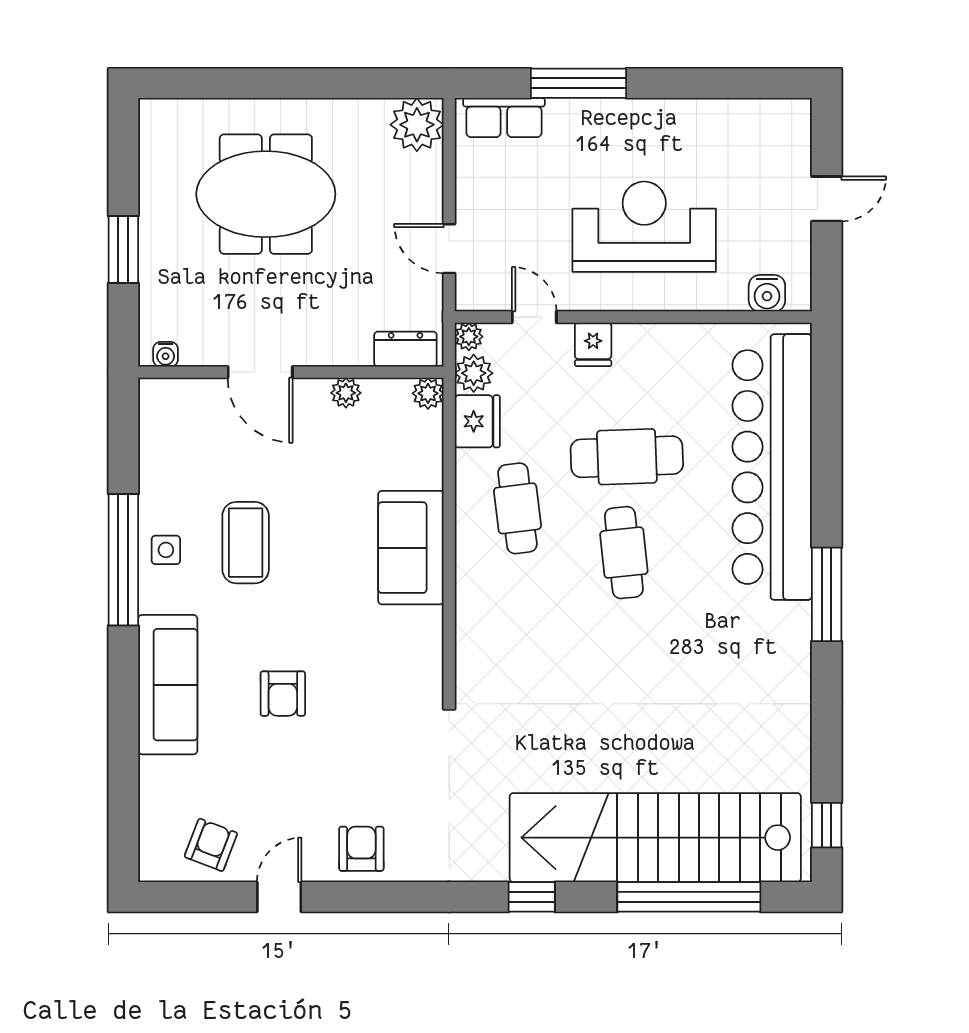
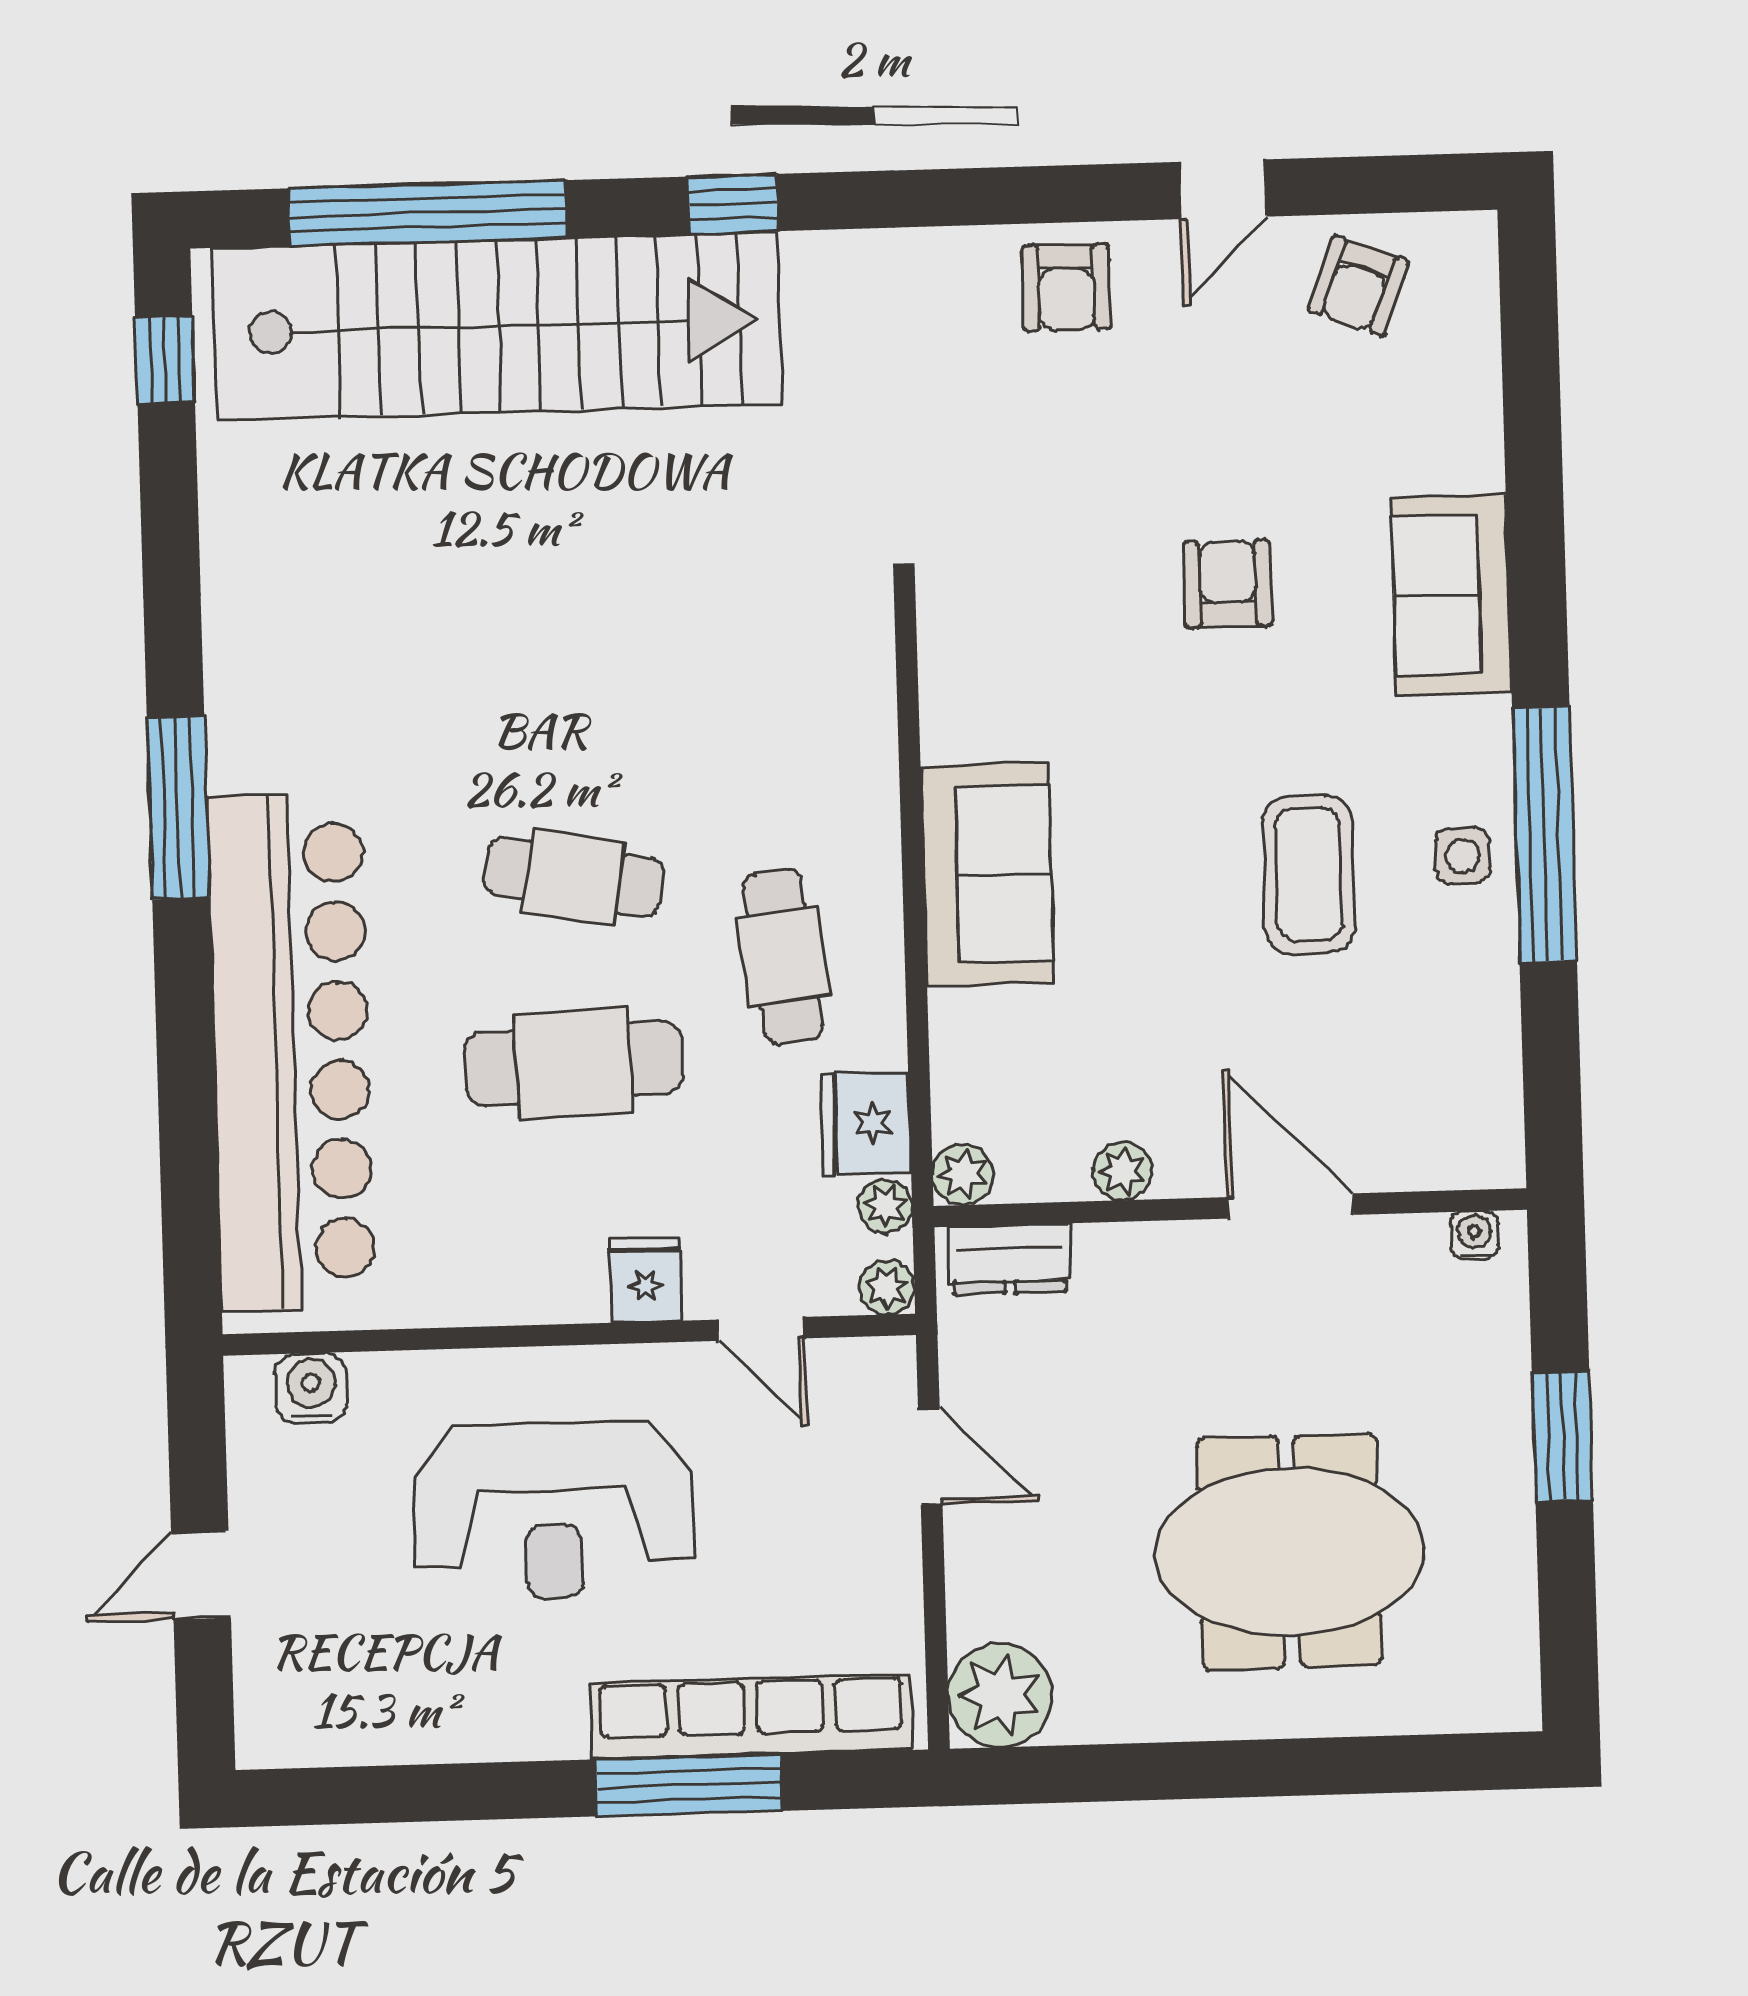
row of seats: (504, 118) -> (751, 1717), width x2.02
plant: (474, 373) -> (885, 1206), width x0.73, depth x0.73
cafe table: (624, 553) -> (574, 877), turned -74
sofa: (168, 685) -> (1451, 595), width x0.73

